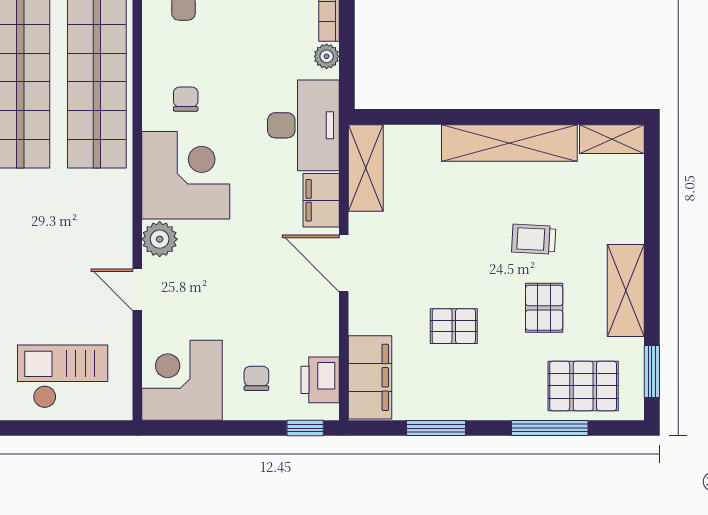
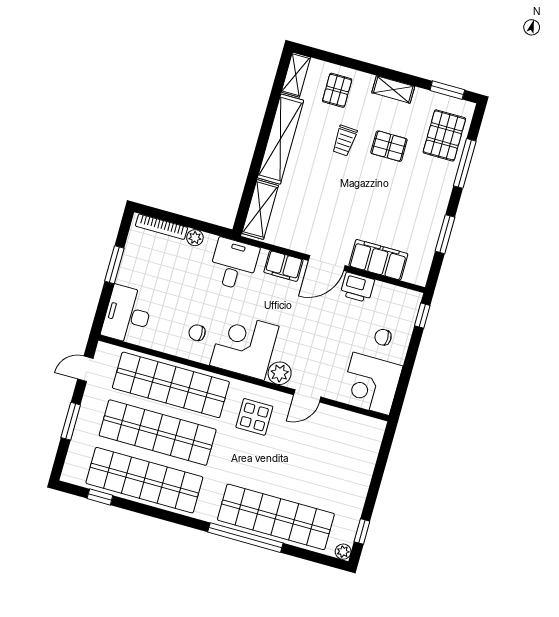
desk: (303, 125) -> (234, 264), width x0.73
shelving: (366, 168) -> (260, 210), moved, turned 90
display table: (84, 220) -> (254, 417), added
shelving: (626, 291) -> (393, 89), width x0.67, depth x0.75
pallet: (454, 326) -> (337, 90), moved
checkout: (63, 377) -> (348, 457), removed
filing cabinet: (370, 377) -> (378, 260), moved
printer: (320, 380) -> (357, 287), moved

